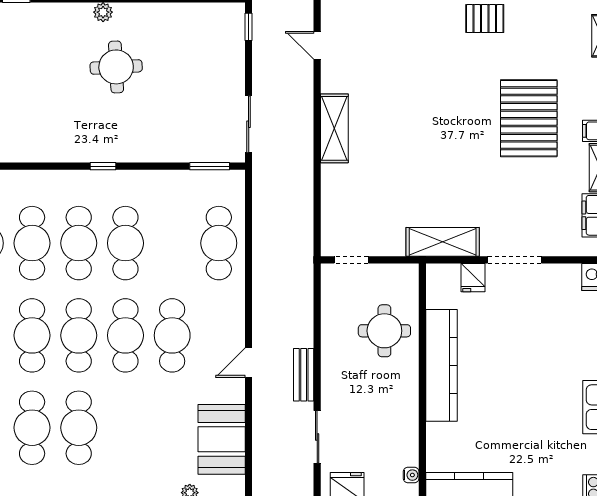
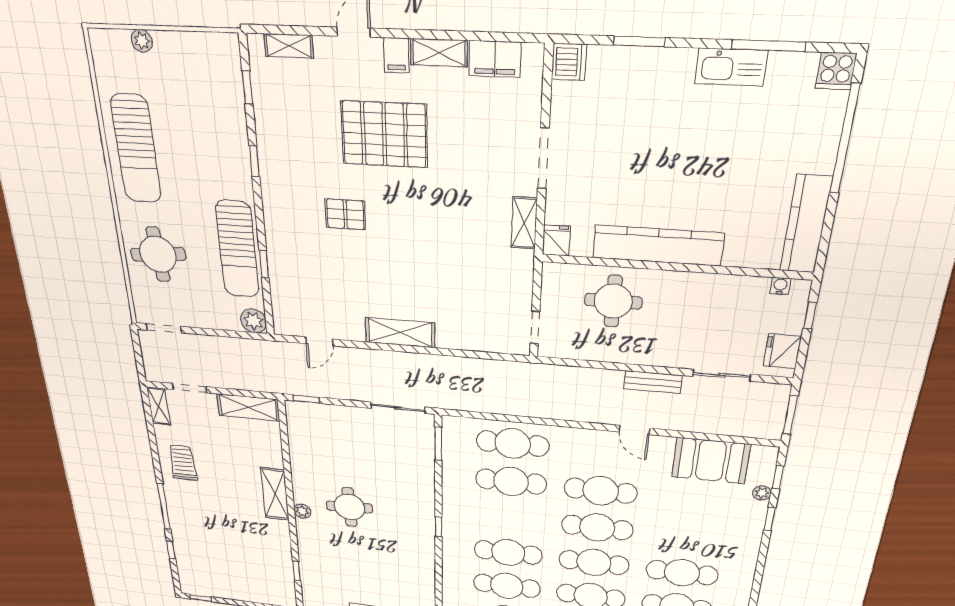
pallet: (485, 19) -> (345, 214), moved, turned 90
shelving: (443, 242) -> (524, 223), width x0.67, depth x0.75
cafe table: (125, 243) -> (511, 481), moved
fridge: (473, 278) -> (556, 240), moved, turned -90

